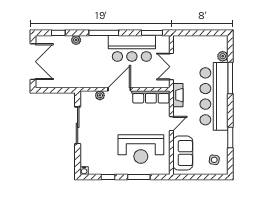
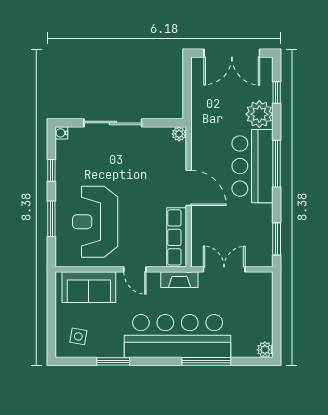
plant: (76, 40) -> (259, 114), width x1.88, depth x1.88
bar counter: (132, 48) -> (253, 166), moved
plant: (223, 56) -> (265, 350), moved
plant: (100, 95) -> (179, 134), moved
sliding door: (78, 125) -> (113, 123), moved

